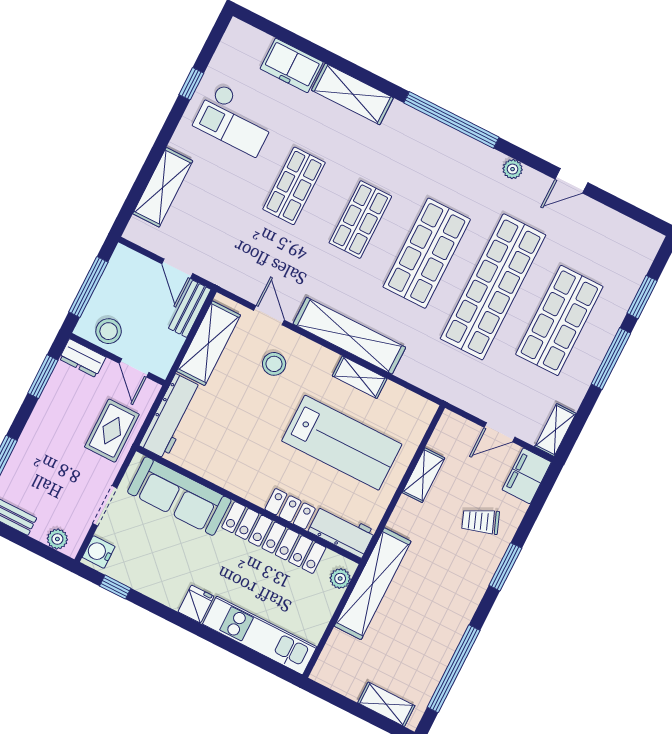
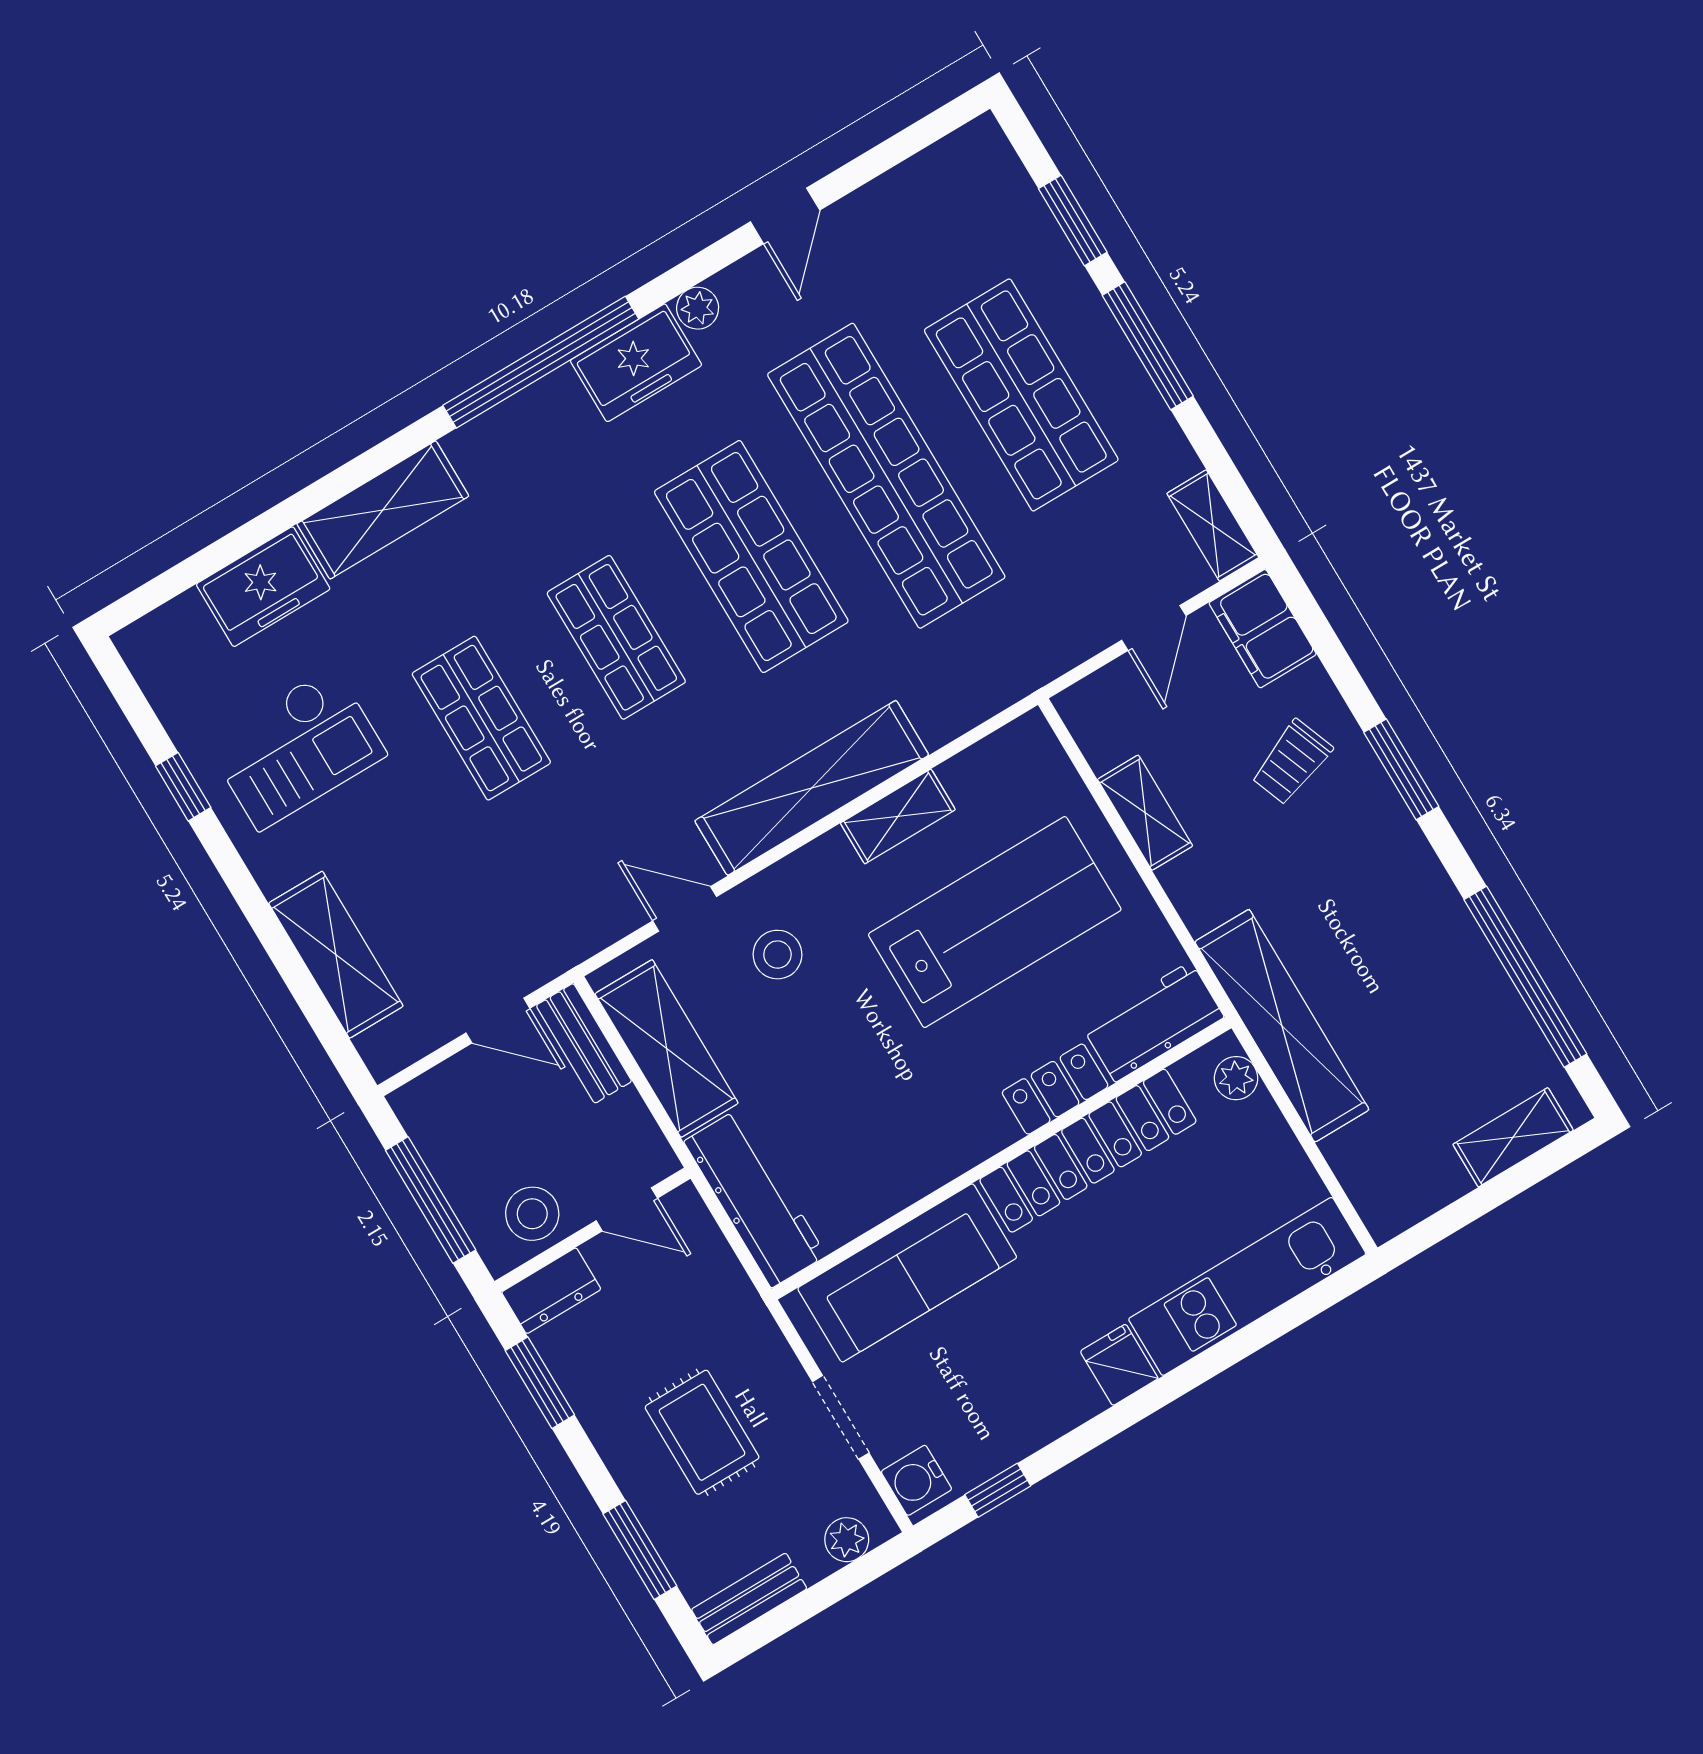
freezer: (475, 158) -> (636, 363), added
rug: (112, 431) -> (702, 1432), moved

